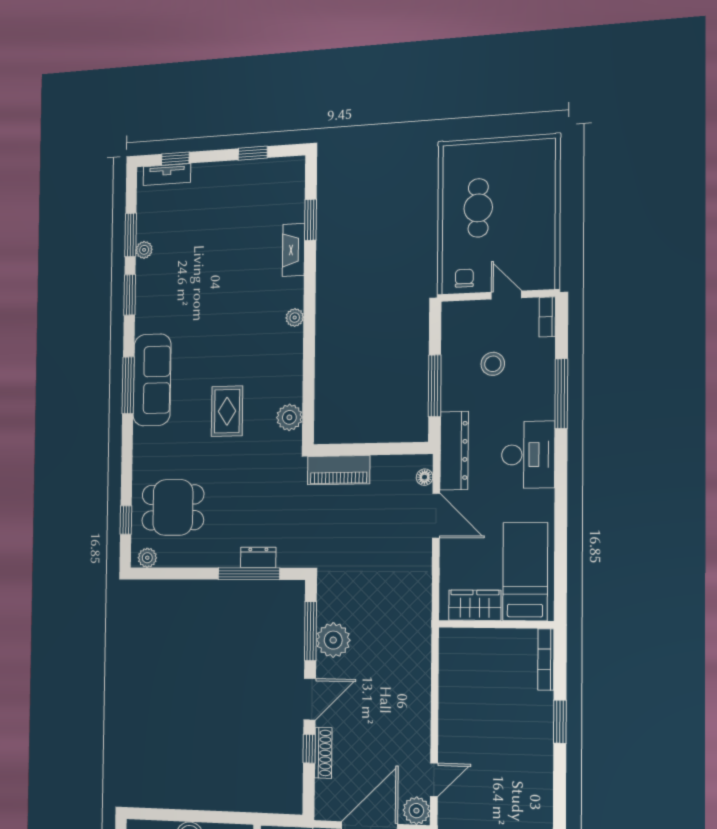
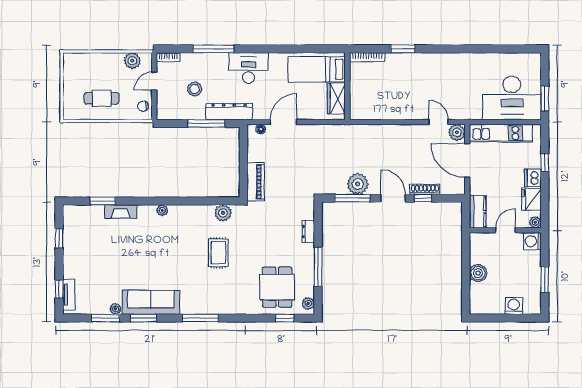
plant: (542, 256) -> (132, 61), added
sofa: (152, 380) -> (151, 302), moved
rug: (227, 411) -> (218, 253), turned 90
dresser: (454, 451) -> (229, 112), moved
window: (249, 574) -> (318, 267), moved

